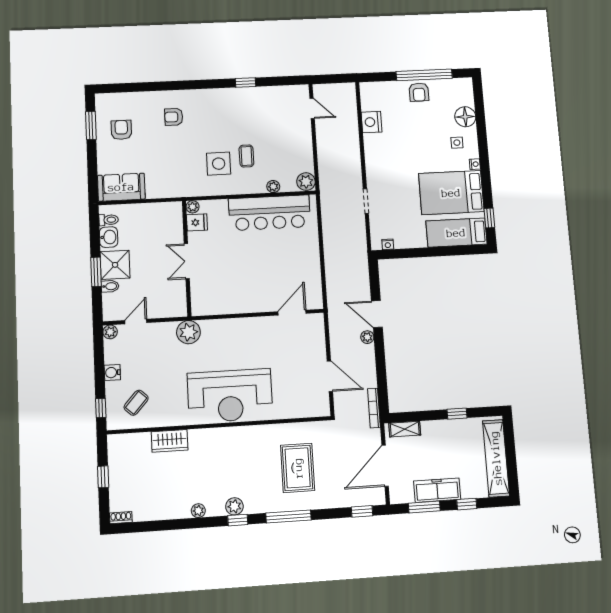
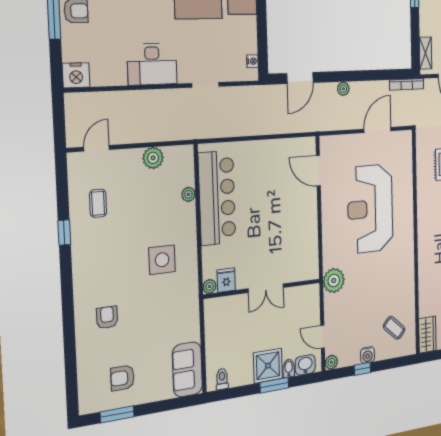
armchair: (174, 117) -> (107, 317), turned 180
nightstand: (372, 122) -> (76, 75), moved
desk: (381, 154) -> (152, 64), added
coffee table: (246, 156) -> (98, 203), moved, turned 90
plant: (306, 182) -> (153, 158), moved
washbasin: (109, 237) -> (305, 365), moved
door: (377, 314) -> (300, 78), moved
reception desk: (230, 396) -> (370, 209), moved, turned 180
window: (101, 408) -> (362, 369), moved
wardrobe: (170, 441) -> (427, 335), moved

